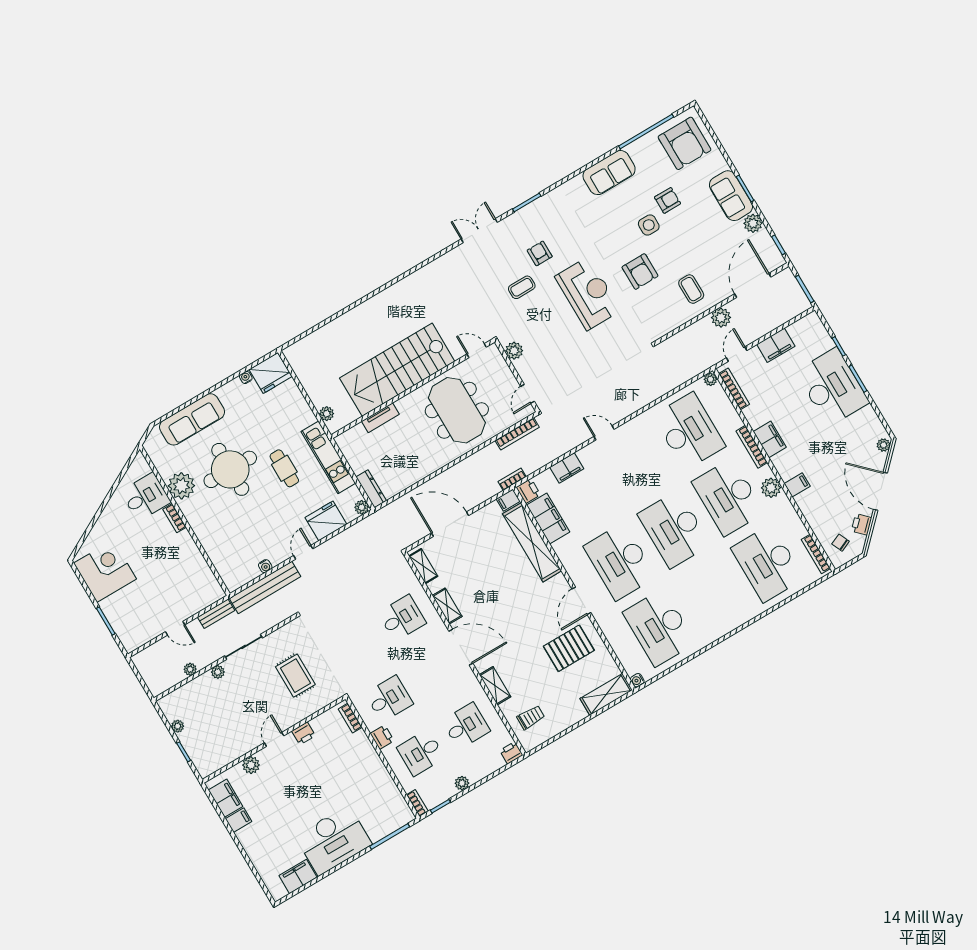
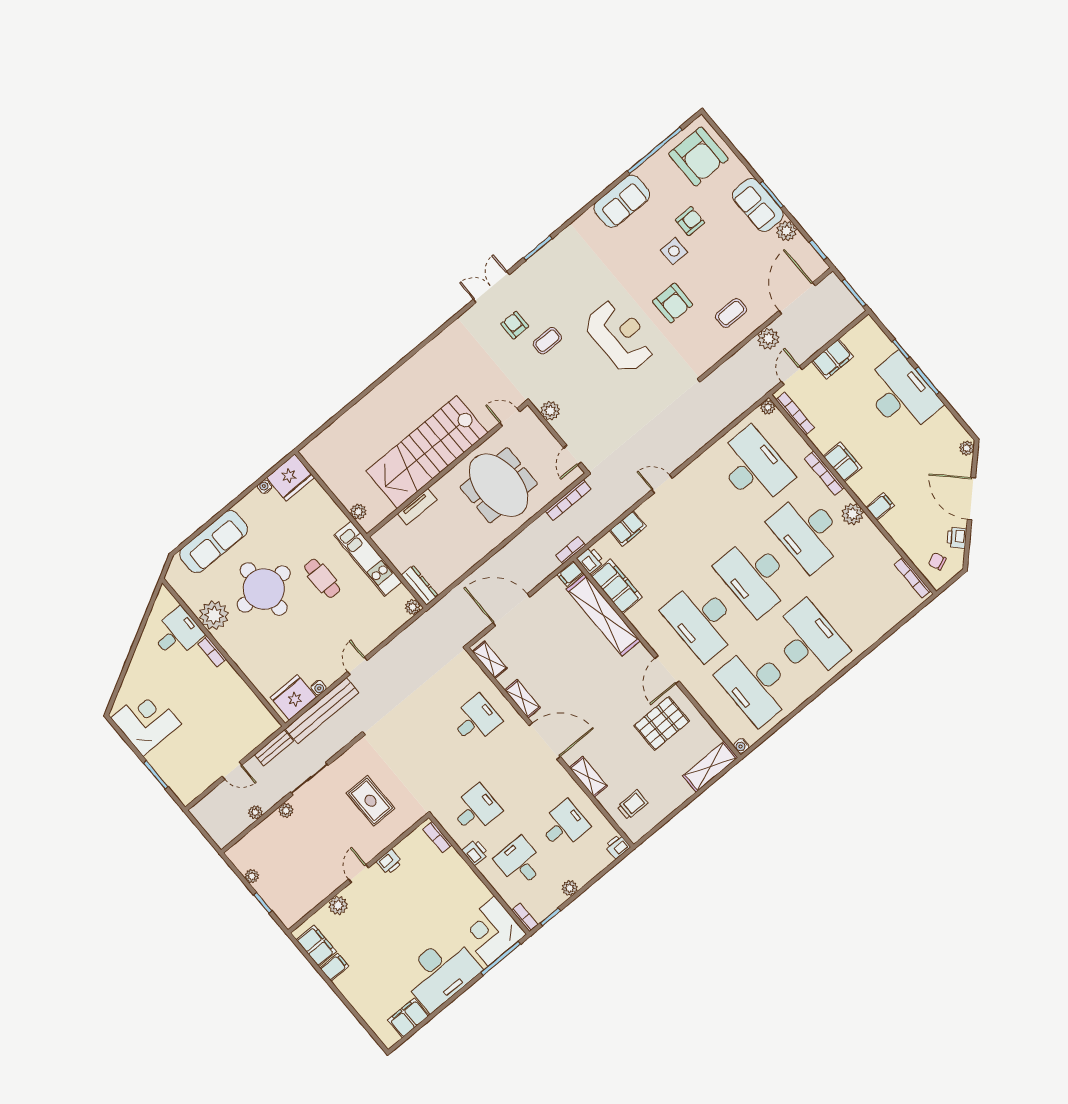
armchair: (540, 253) -> (515, 325), moved
coffee table: (691, 289) -> (731, 313), turned 90
fridge: (326, 521) -> (293, 697), moved
desk: (767, 563) -> (809, 641), moved, turned 180
desk: (421, 753) -> (520, 862), turned 90
corner desk: (385, 810) -> (491, 931), added

